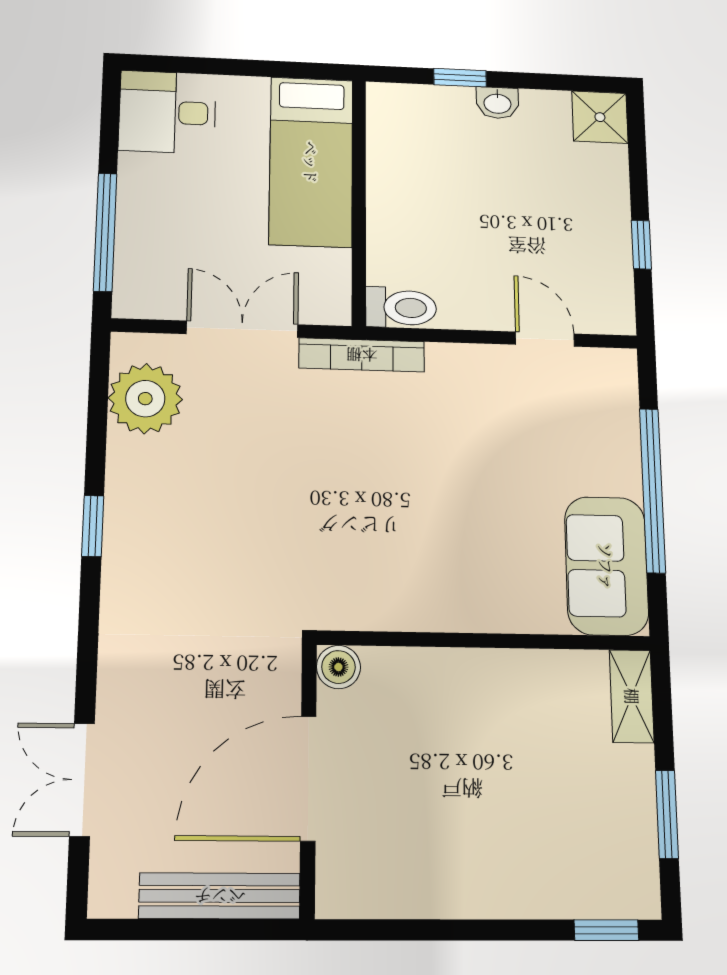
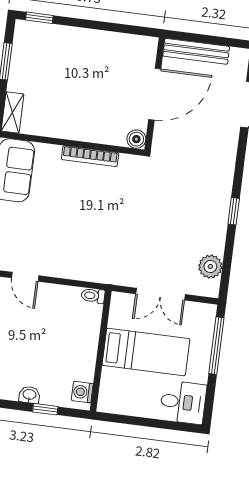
washing machine: (387, 117) -> (82, 392), added
bed: (311, 162) -> (146, 352), moved, turned 90
toilet: (401, 308) -> (93, 296), width x0.73, depth x0.72
bookcase: (362, 355) -> (90, 156), moved, turned 180
plant: (145, 399) -> (210, 266), width x0.73, depth x0.73

